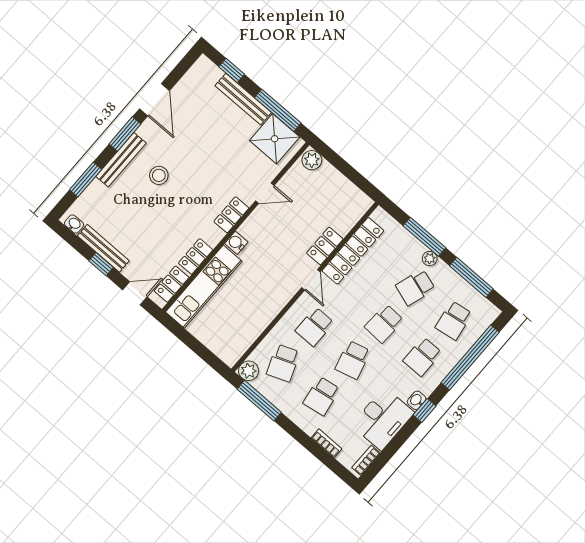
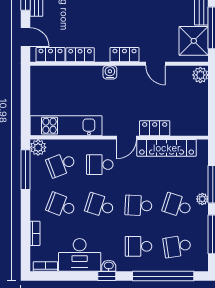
kitchen unit: (204, 287) -> (66, 126), moved, turned 180
school desk: (353, 360) -> (100, 205), turned 33
school desk: (322, 396) -> (61, 205), turned 30

